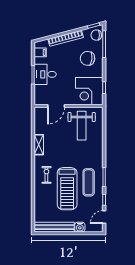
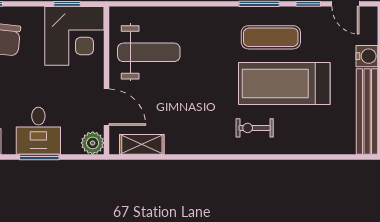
plant: (39, 100) -> (93, 143), added
shelving: (39, 145) -> (142, 144), moved
treadmill: (67, 189) -> (284, 83), turned 180

